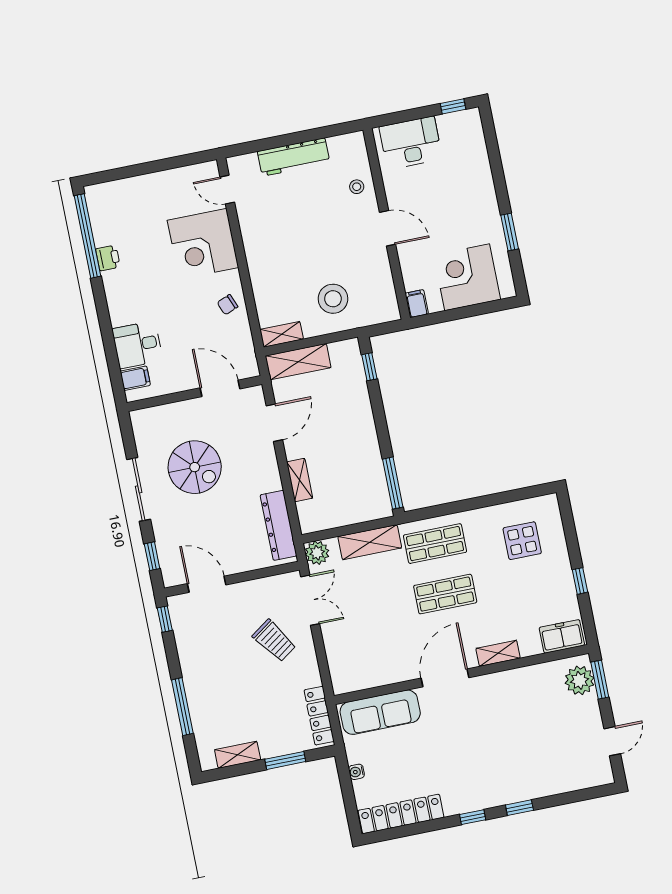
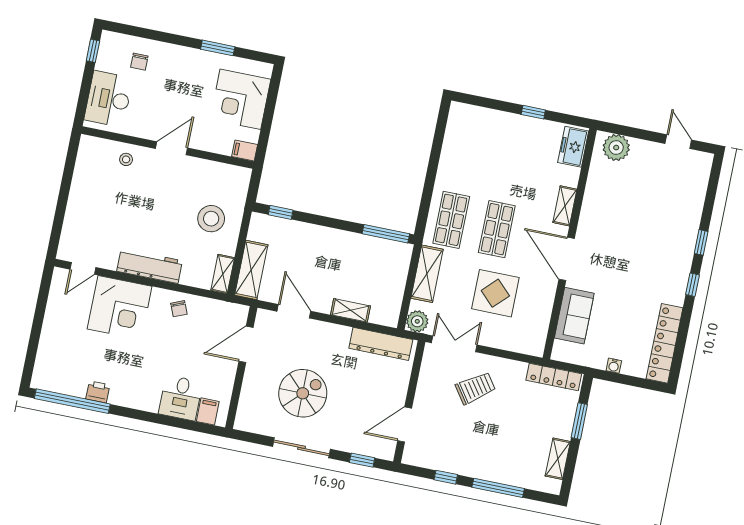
workbench: (294, 157) -> (150, 266), moved, turned -90
chair: (462, 158) -> (139, 62), added
display table: (522, 541) -> (495, 293), moved, width x1.36, depth x1.36
window: (165, 619) -> (446, 477), moved
window: (600, 680) -> (623, 130), removed
sofa: (380, 712) -> (574, 316), width x0.73

